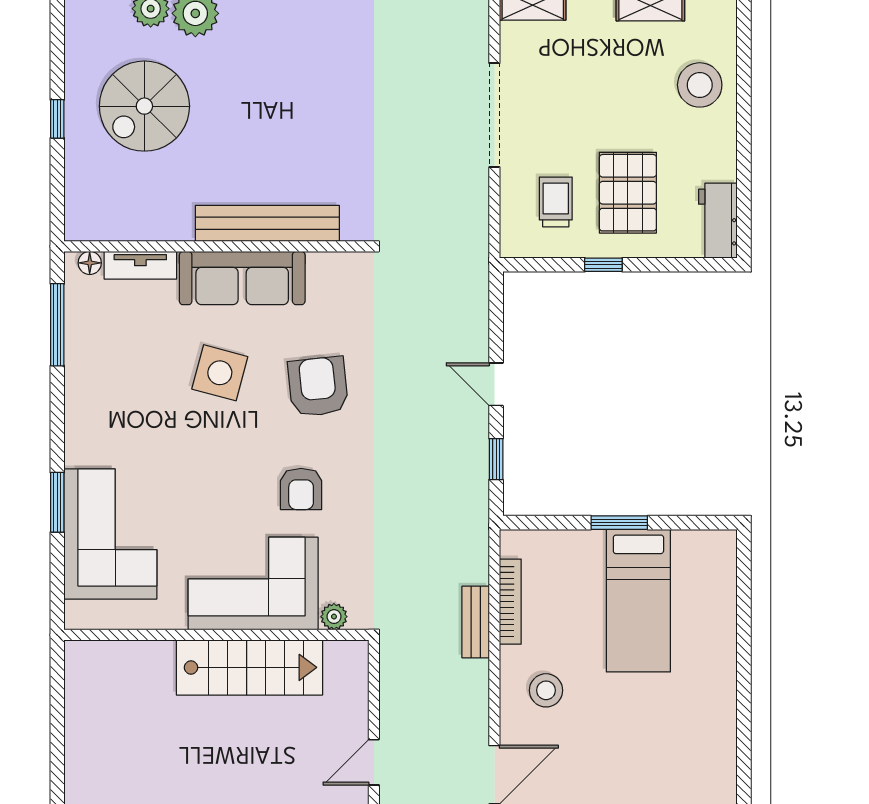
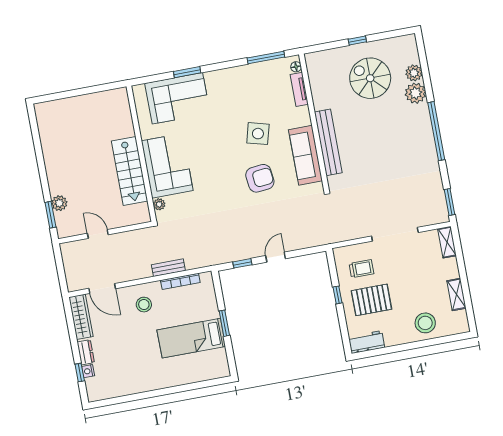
sofa: (242, 278) -> (306, 155), moved
armchair: (301, 489) -> (213, 179), removed

